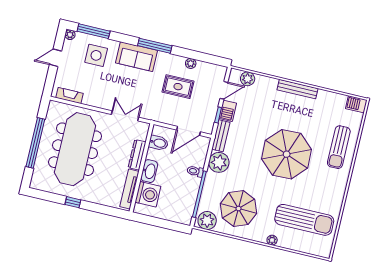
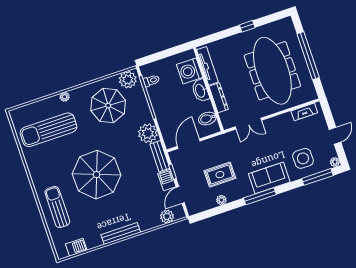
barbecue: (356, 104) -> (76, 247), moved
toilet: (195, 171) -> (151, 81), moved

